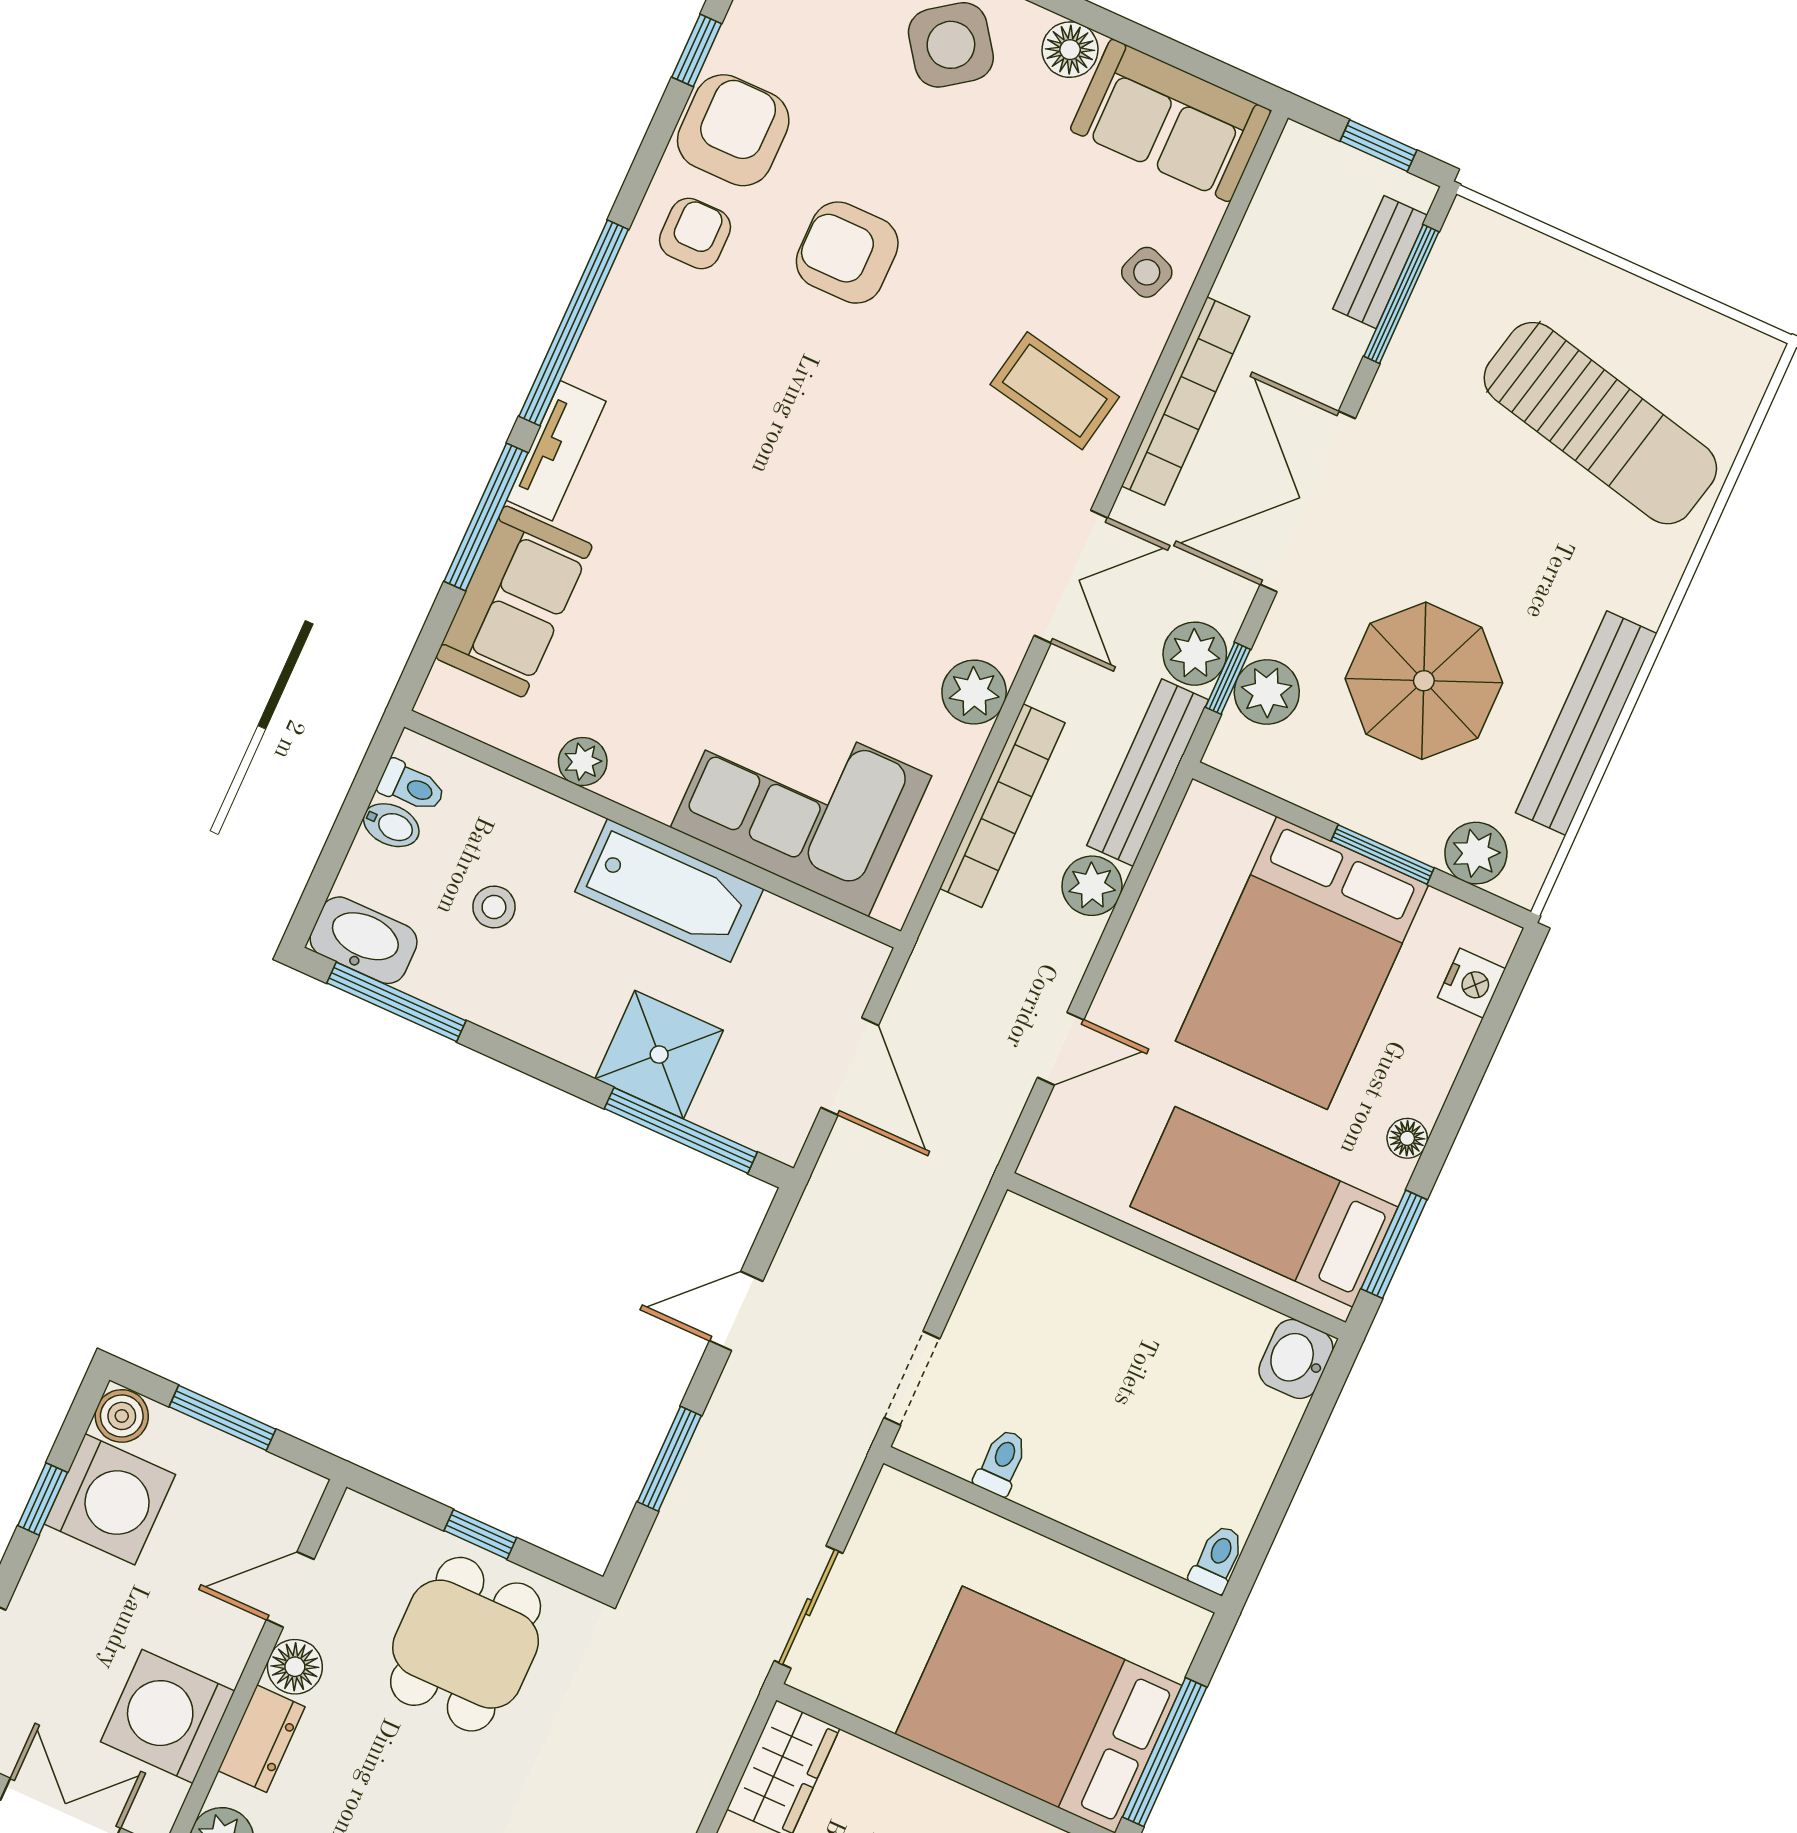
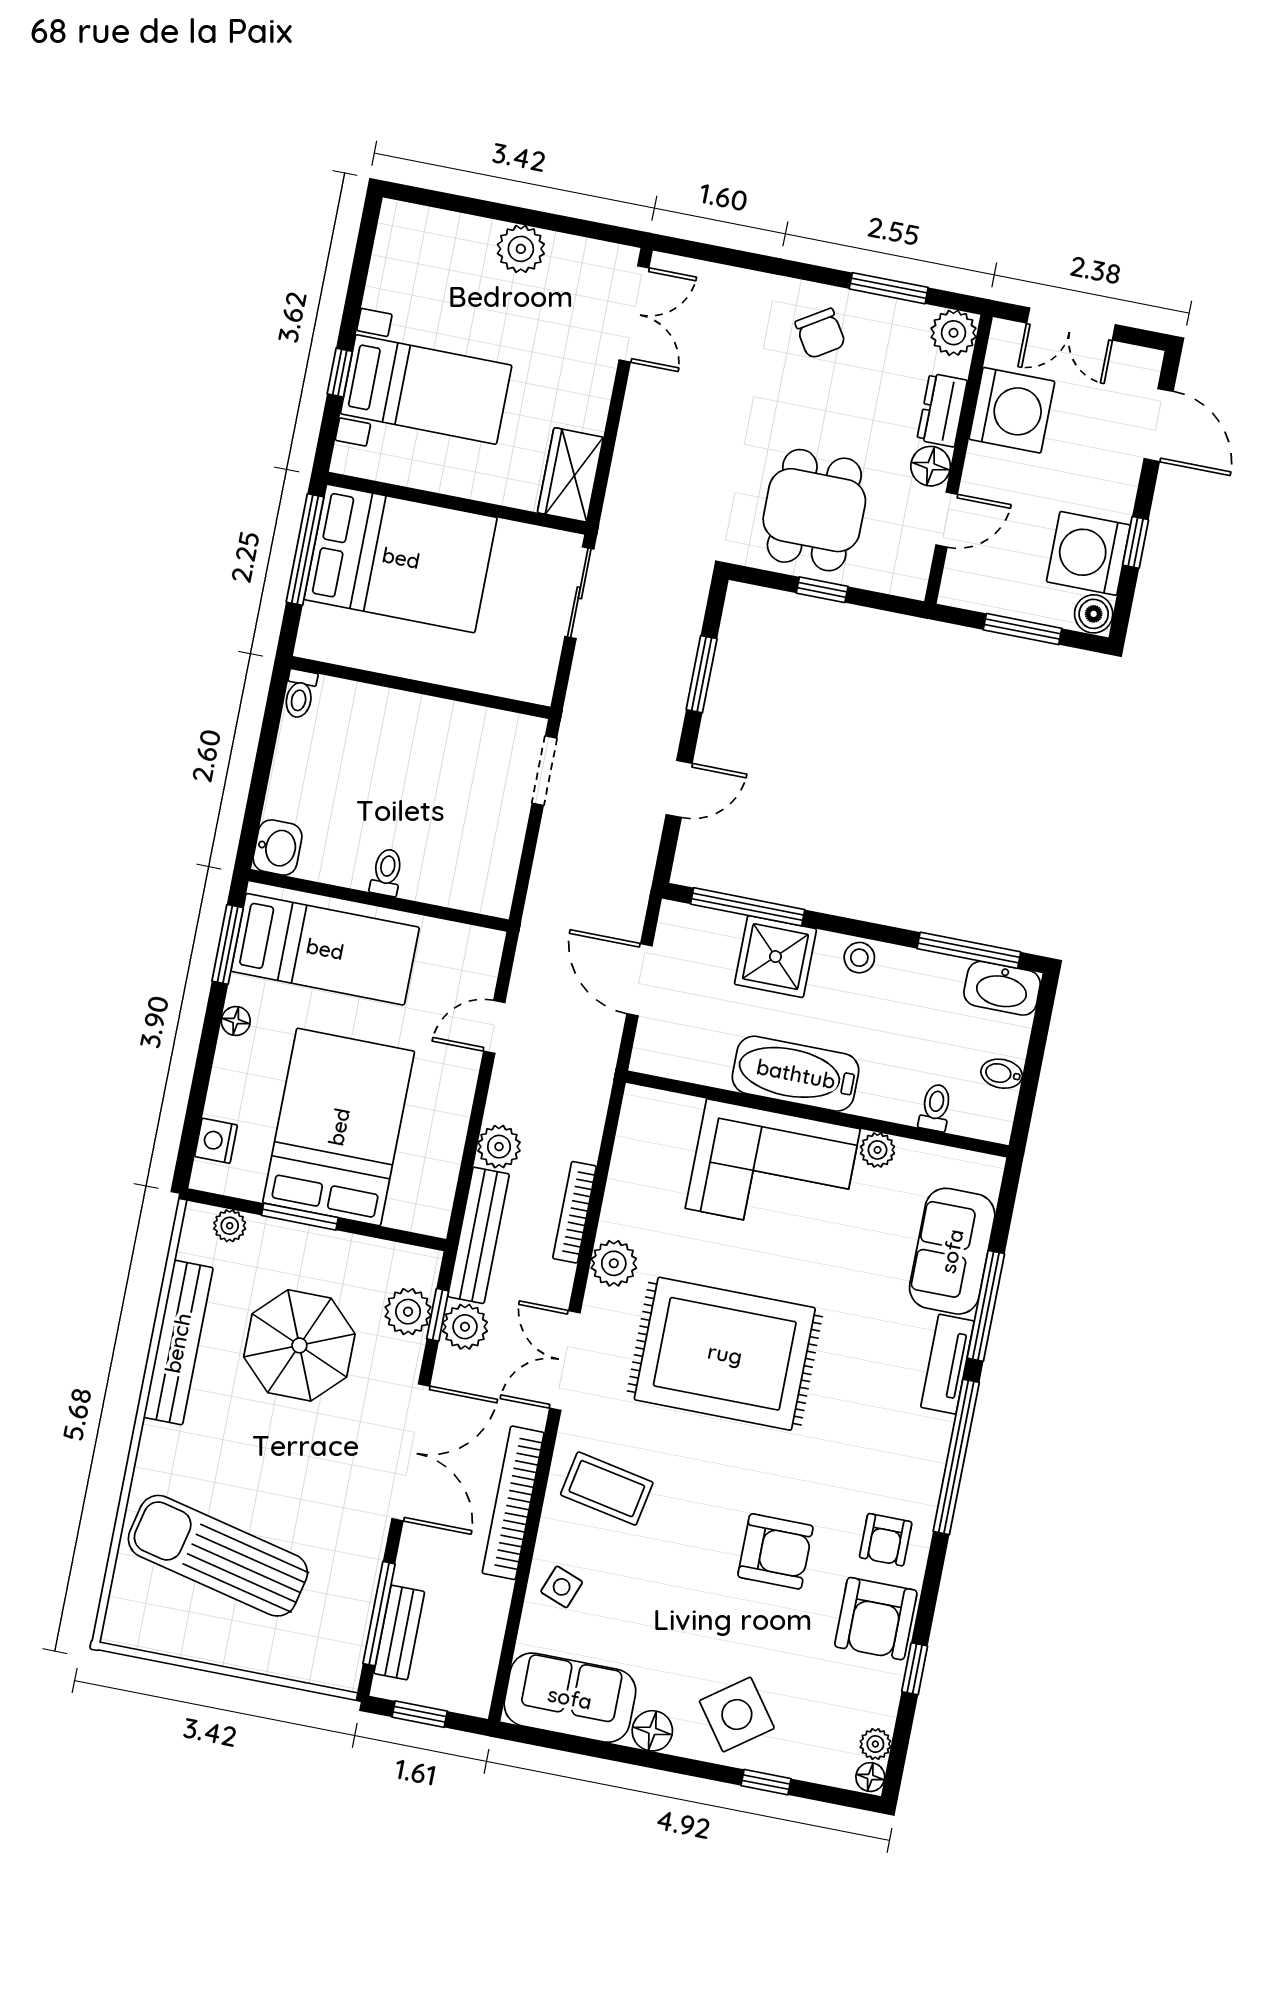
rug: (853, 535) -> (725, 1354), added
toilet: (412, 786) -> (935, 1108), moved, turned 90
corner sofa: (801, 802) -> (773, 1169), moved
bookcase: (1002, 806) -> (575, 1212), width x0.68, depth x0.76
plant: (1476, 853) -> (230, 1226), width x0.73, depth x0.73
stool: (494, 907) -> (859, 958), moved
toilet: (1001, 1462) -> (387, 872), moved, turned 180

